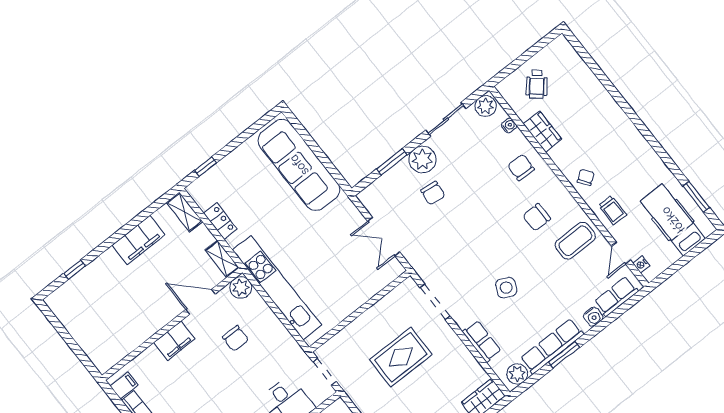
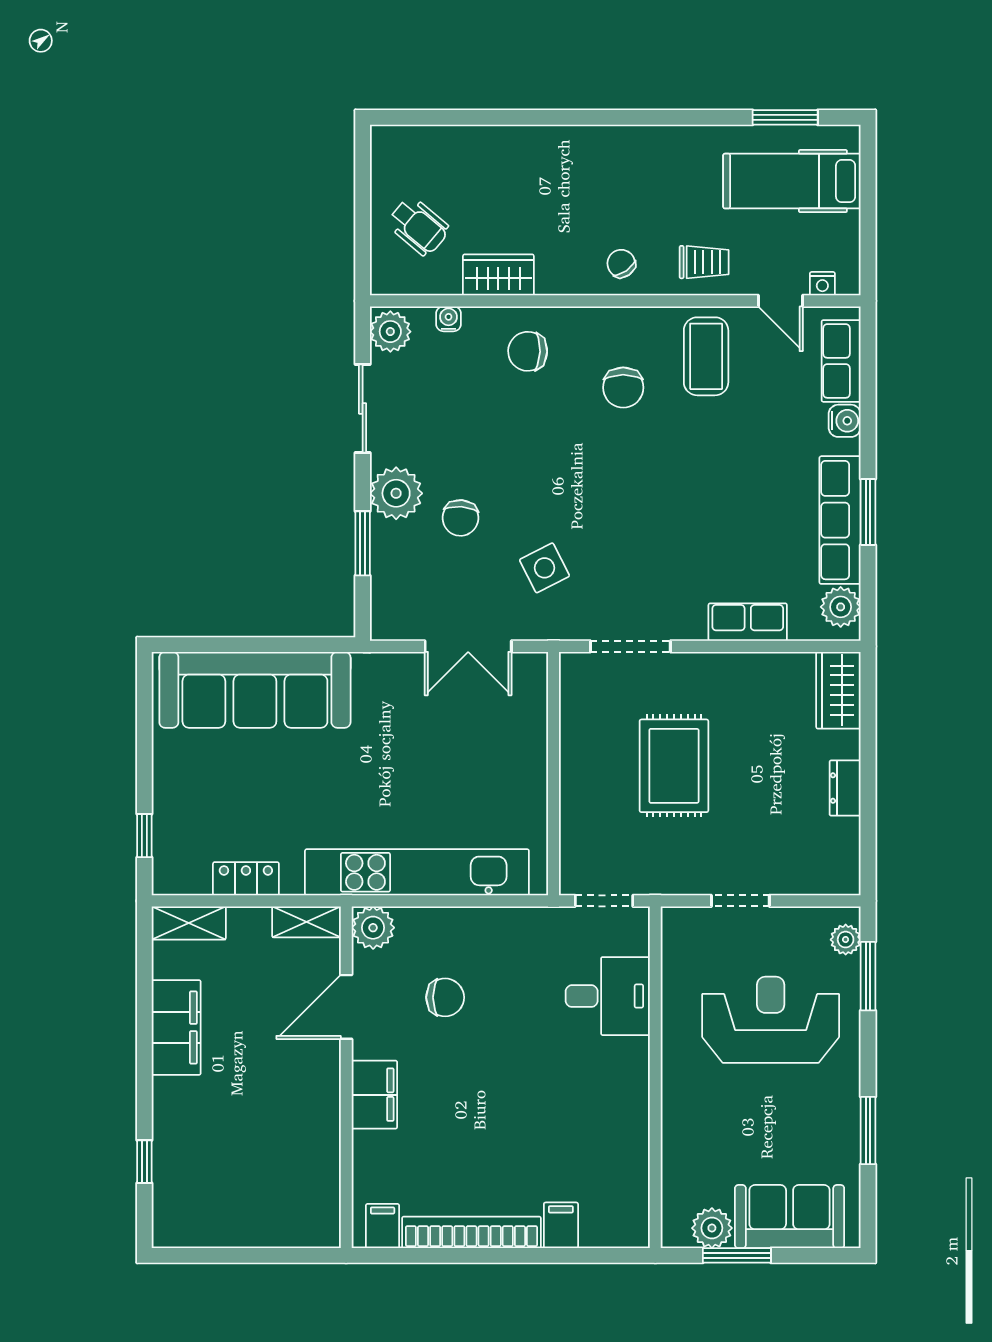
chair: (433, 193) -> (460, 518), turned 88
side table: (506, 288) -> (545, 568), moved, turned 38

